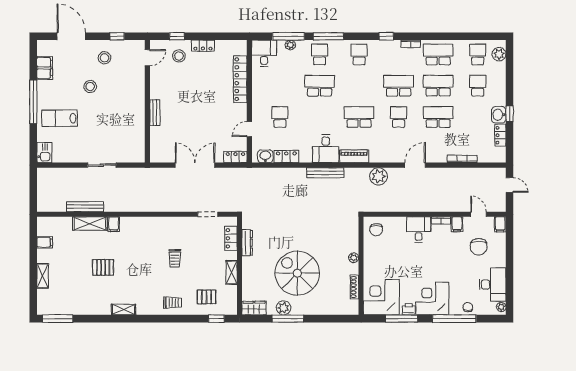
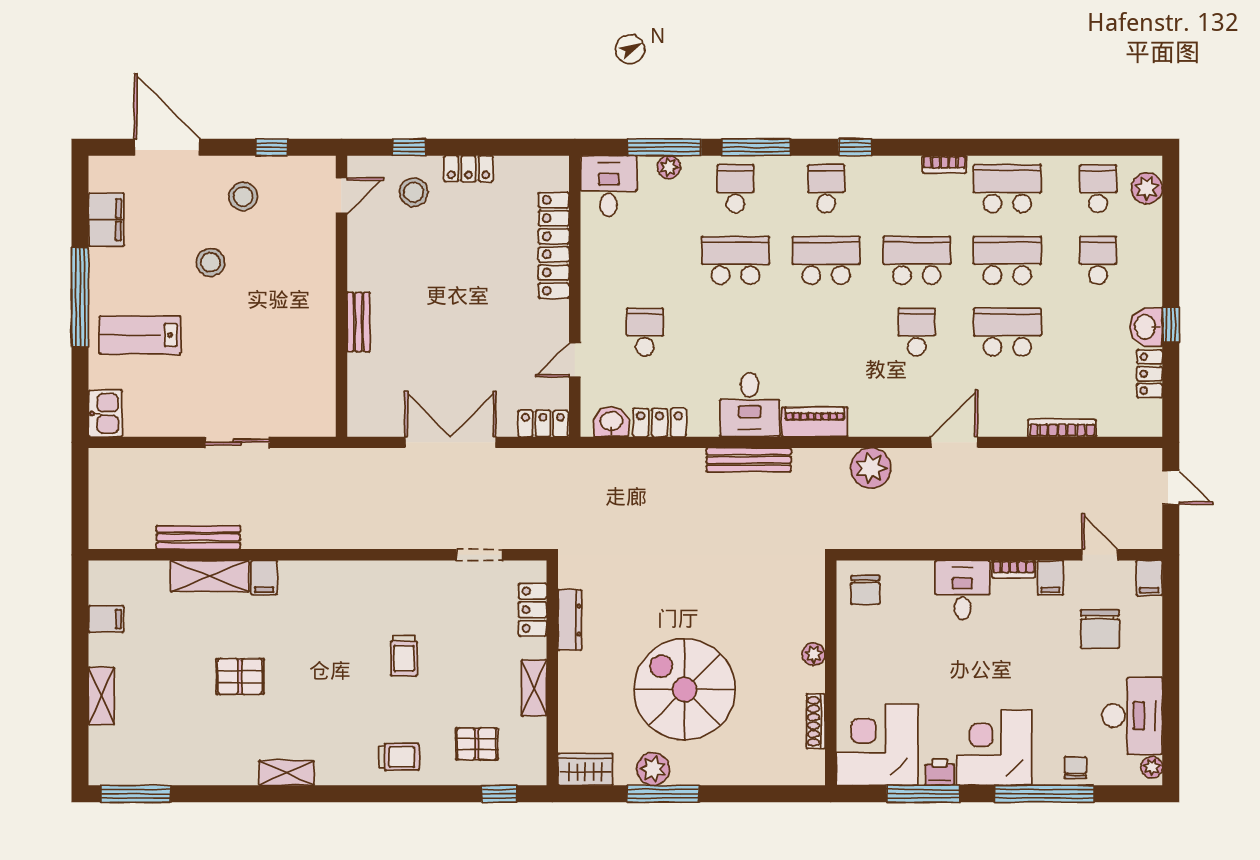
window: (386, 36) -> (855, 147), moved
school desk: (359, 117) -> (826, 260), moved

